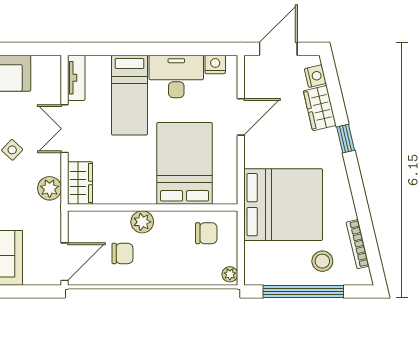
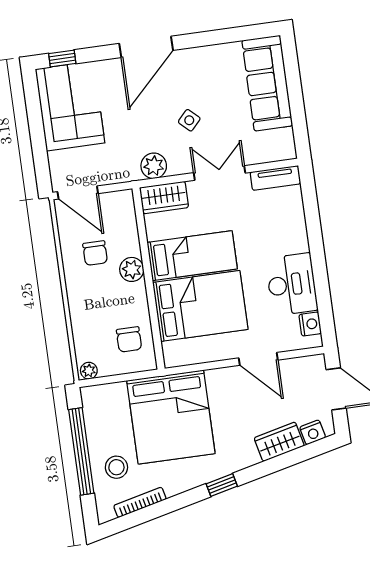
bed: (129, 95) -> (192, 256), moved, turned 180
window: (346, 139) -> (222, 485), moved

